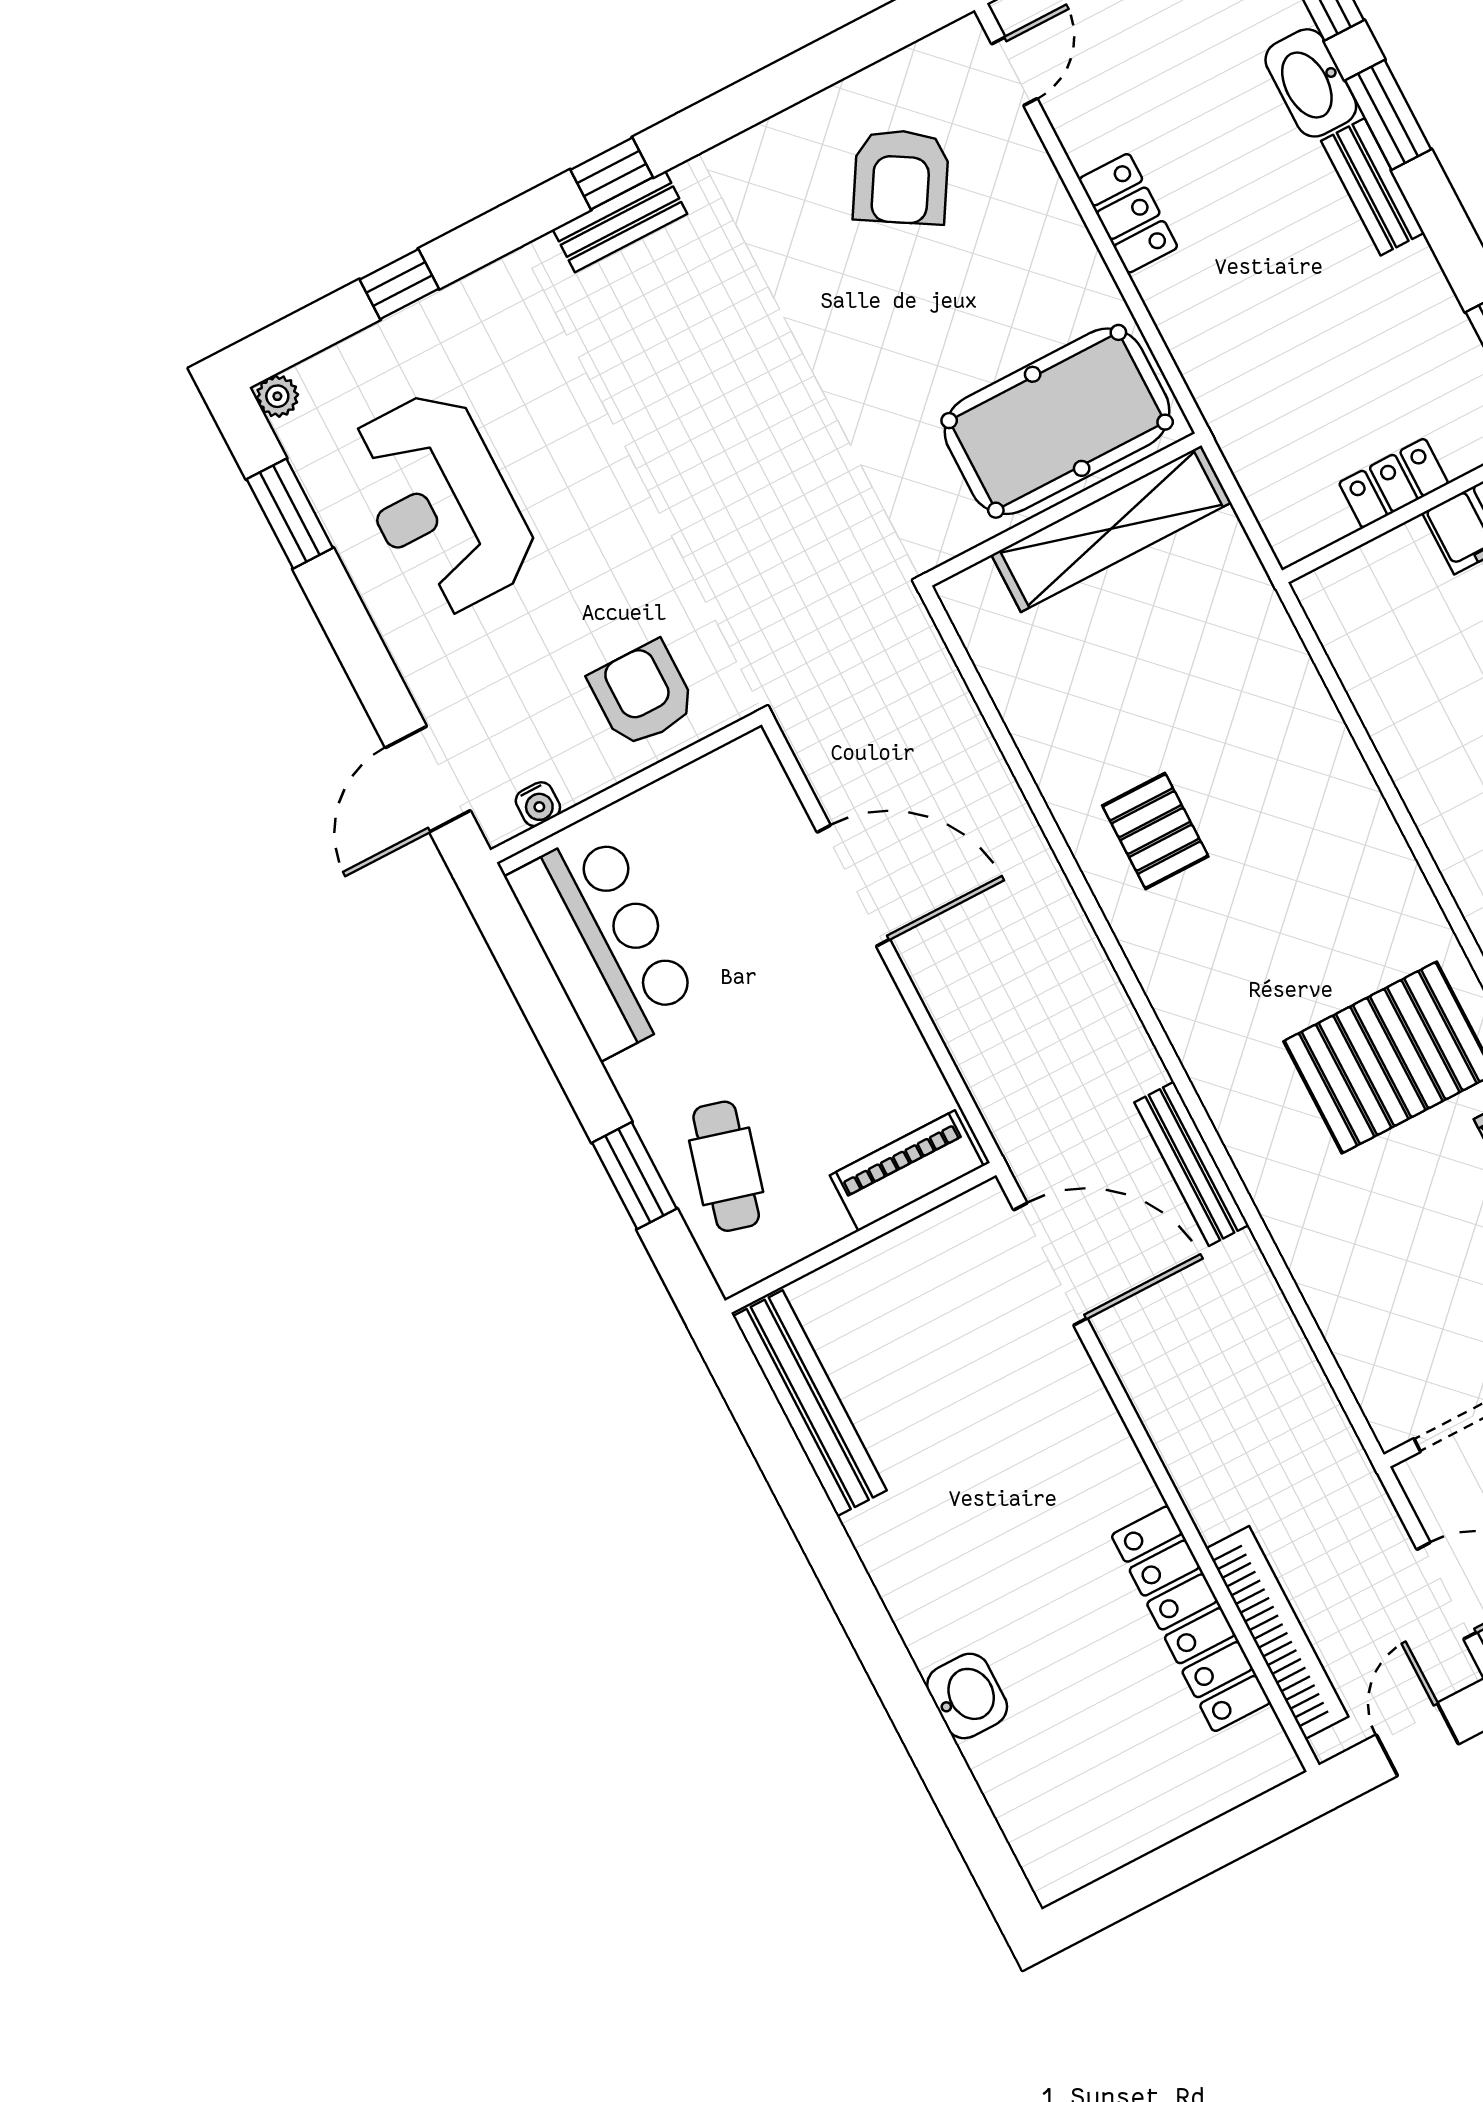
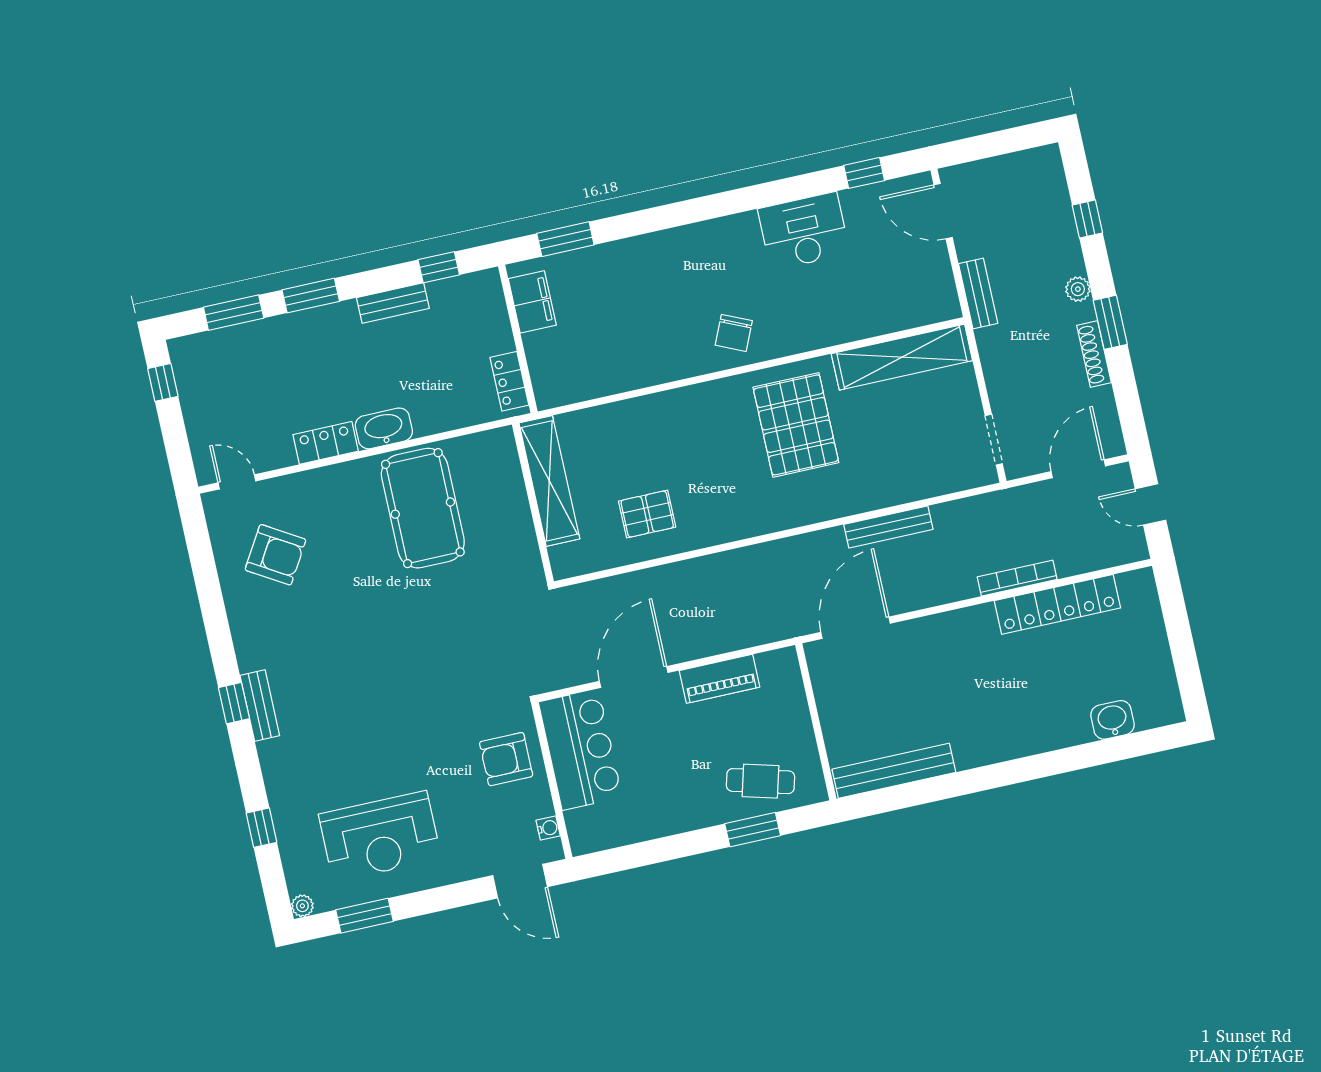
washbasin: (1311, 83) -> (384, 428), moved, turned 180
bench: (1373, 187) -> (393, 303), moved
locker: (1394, 483) -> (509, 381), moved
wall: (1063, 510) -> (533, 503), moved
shelving: (1111, 529) -> (549, 481), moved
bar counter: (604, 942) -> (580, 750), moved, turned 90
bench: (1191, 1164) -> (888, 527), moved
piano: (907, 1171) -> (719, 679), moved, turned -90
bookcase: (1277, 1632) -> (1017, 578), moved, width x0.68, depth x0.76
washbasin: (967, 1696) -> (1112, 720), moved

